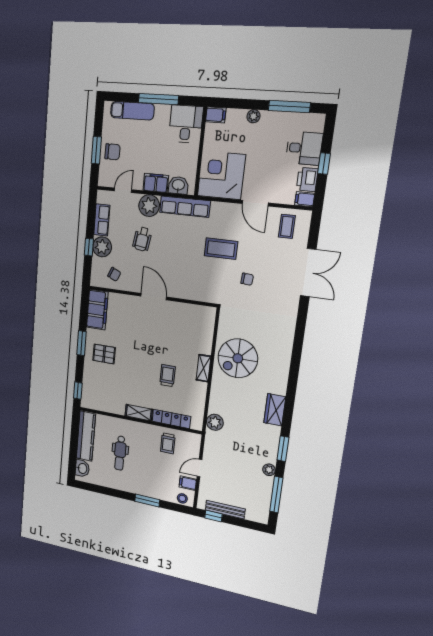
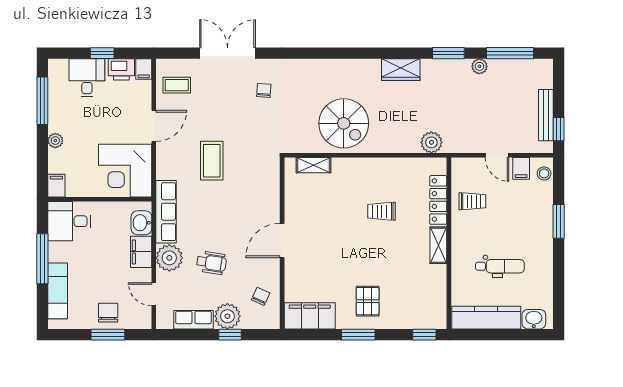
chair: (247, 279) -> (264, 90), moved
shelving: (203, 368) -> (314, 165), moved

